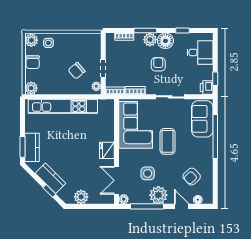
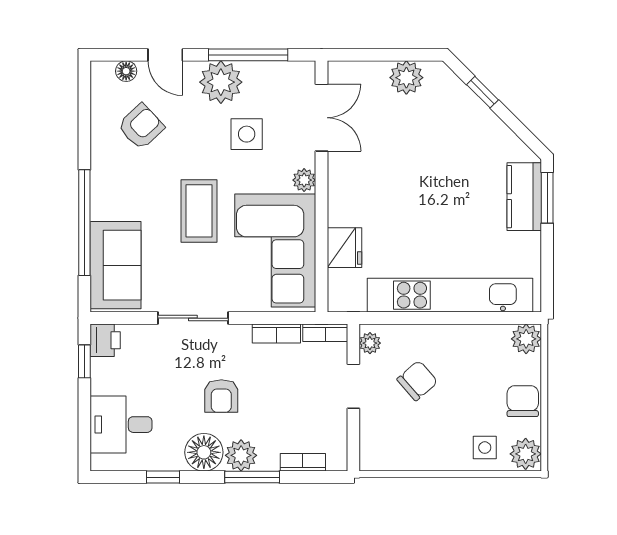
fridge: (107, 150) -> (345, 248), moved
kitchen counter: (51, 178) -> (480, 122), removed
plant: (124, 199) -> (304, 180), moved

